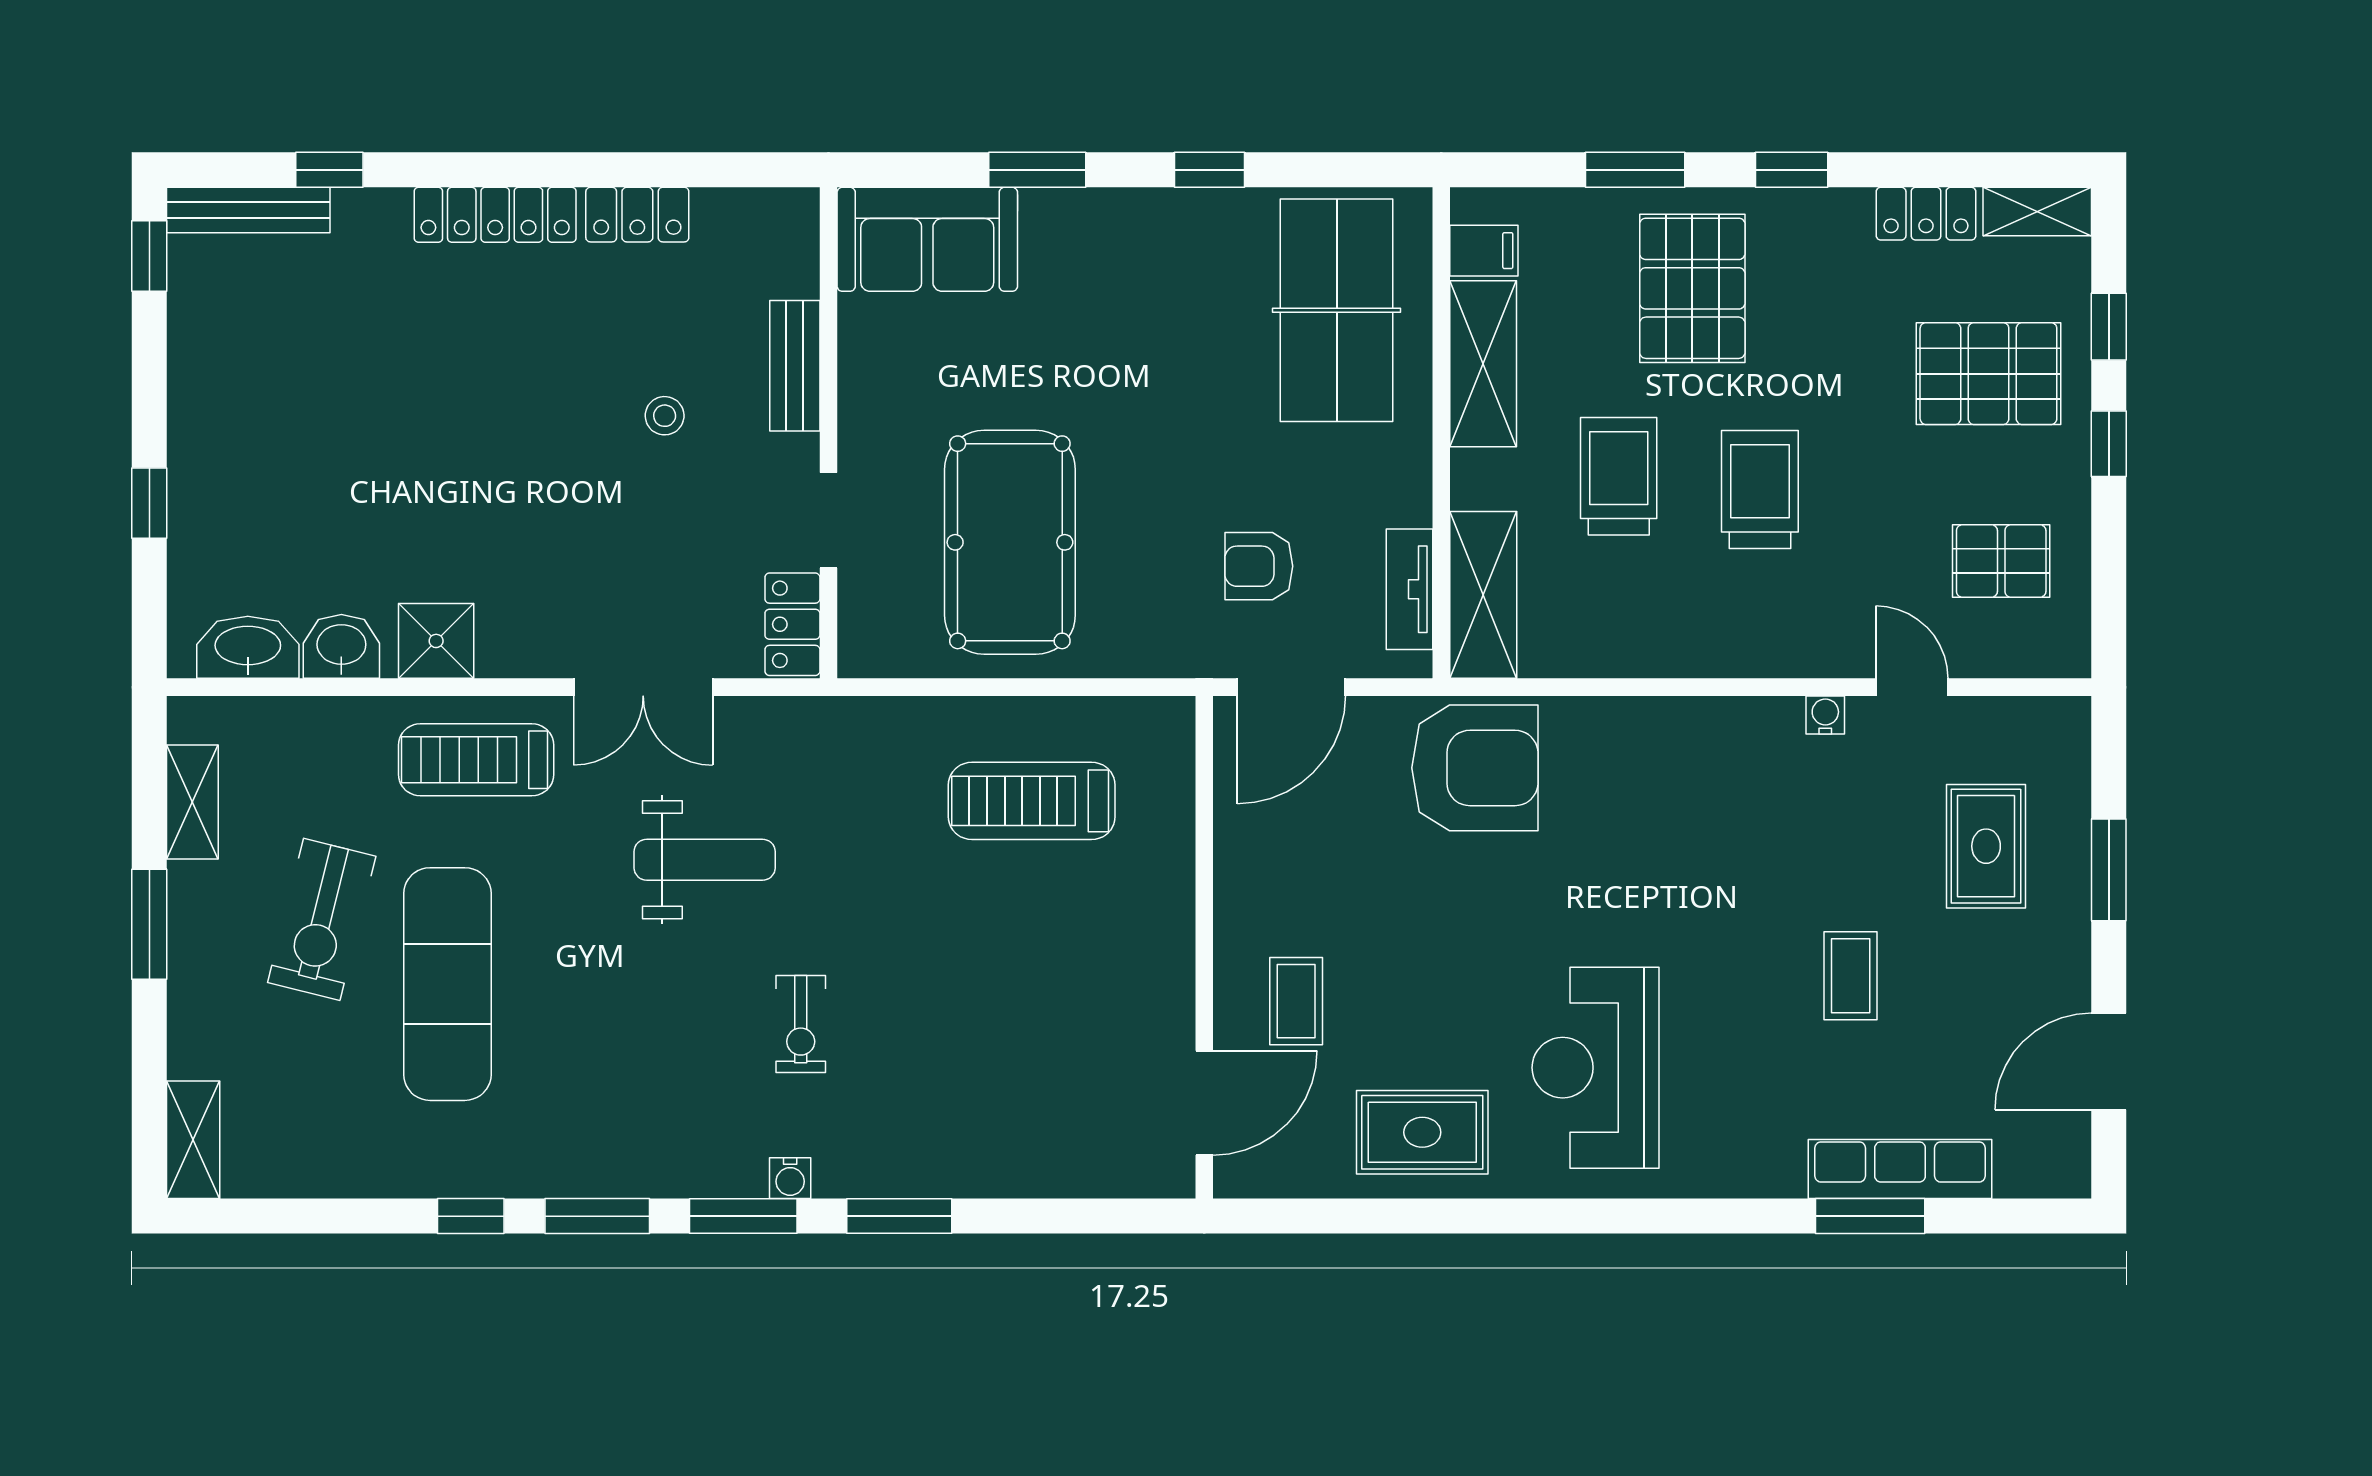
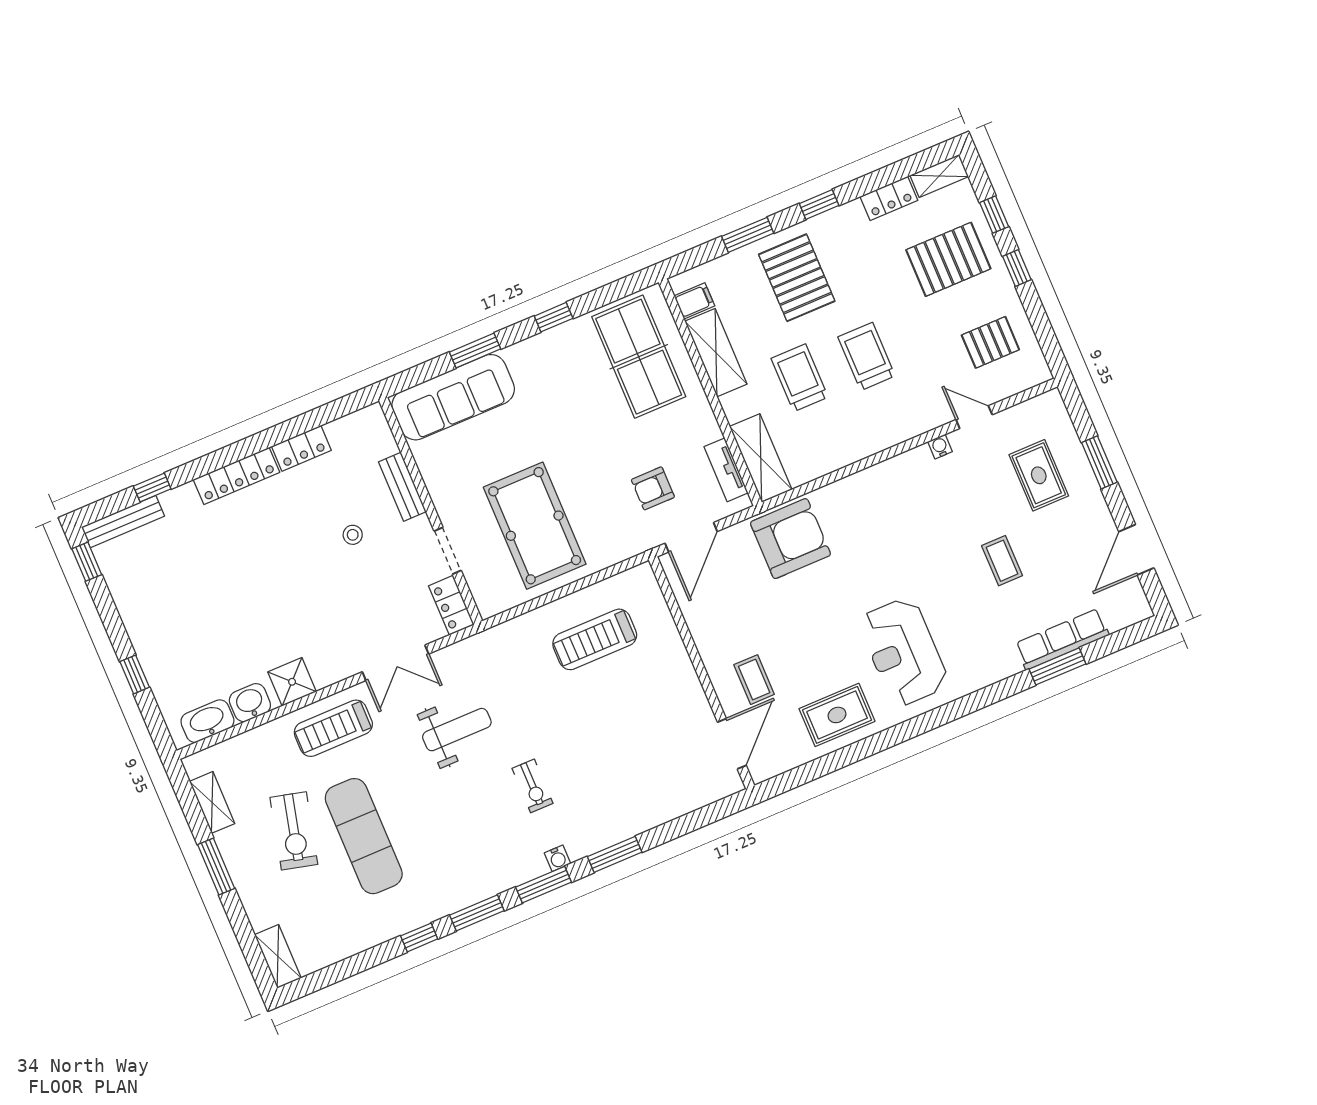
sofa: (927, 239) -> (453, 397), width x1.36

